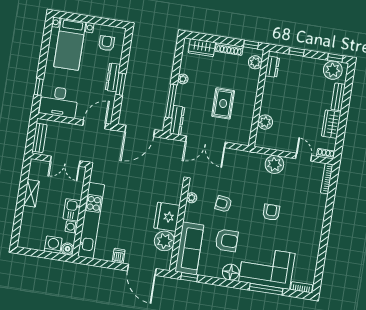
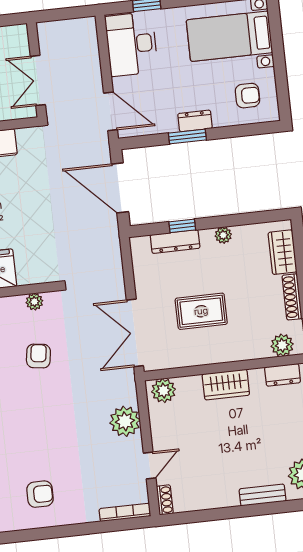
dresser: (113, 77) -> (195, 121), width x0.70
window: (171, 101) -> (182, 226), width x0.46
dresser: (177, 120) -> (175, 242), moved
plant: (265, 122) -> (164, 391), moved
wardrobe: (331, 124) -> (226, 385), moved, turned 180
bench: (39, 138) -> (64, 28), removed
double door: (205, 142) -> (135, 333), moved
armchair: (271, 212) -> (40, 494), moved

